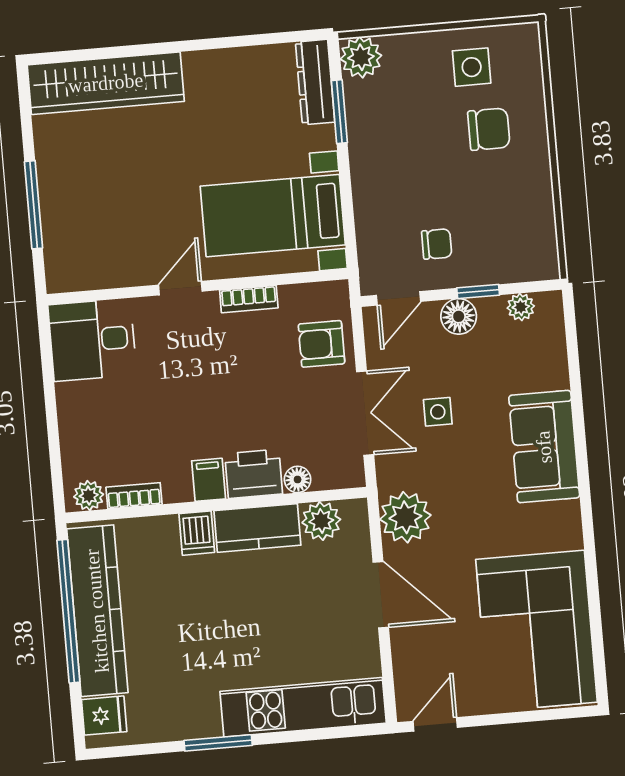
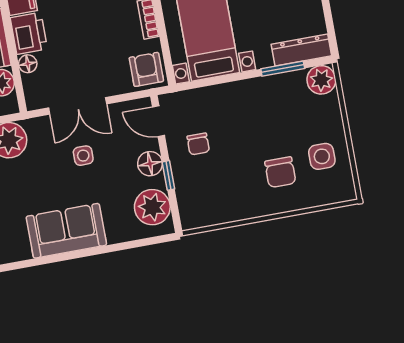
plant: (521, 307) -> (152, 207), width x1.87, depth x1.87
armchair: (321, 344) -> (146, 69), moved

